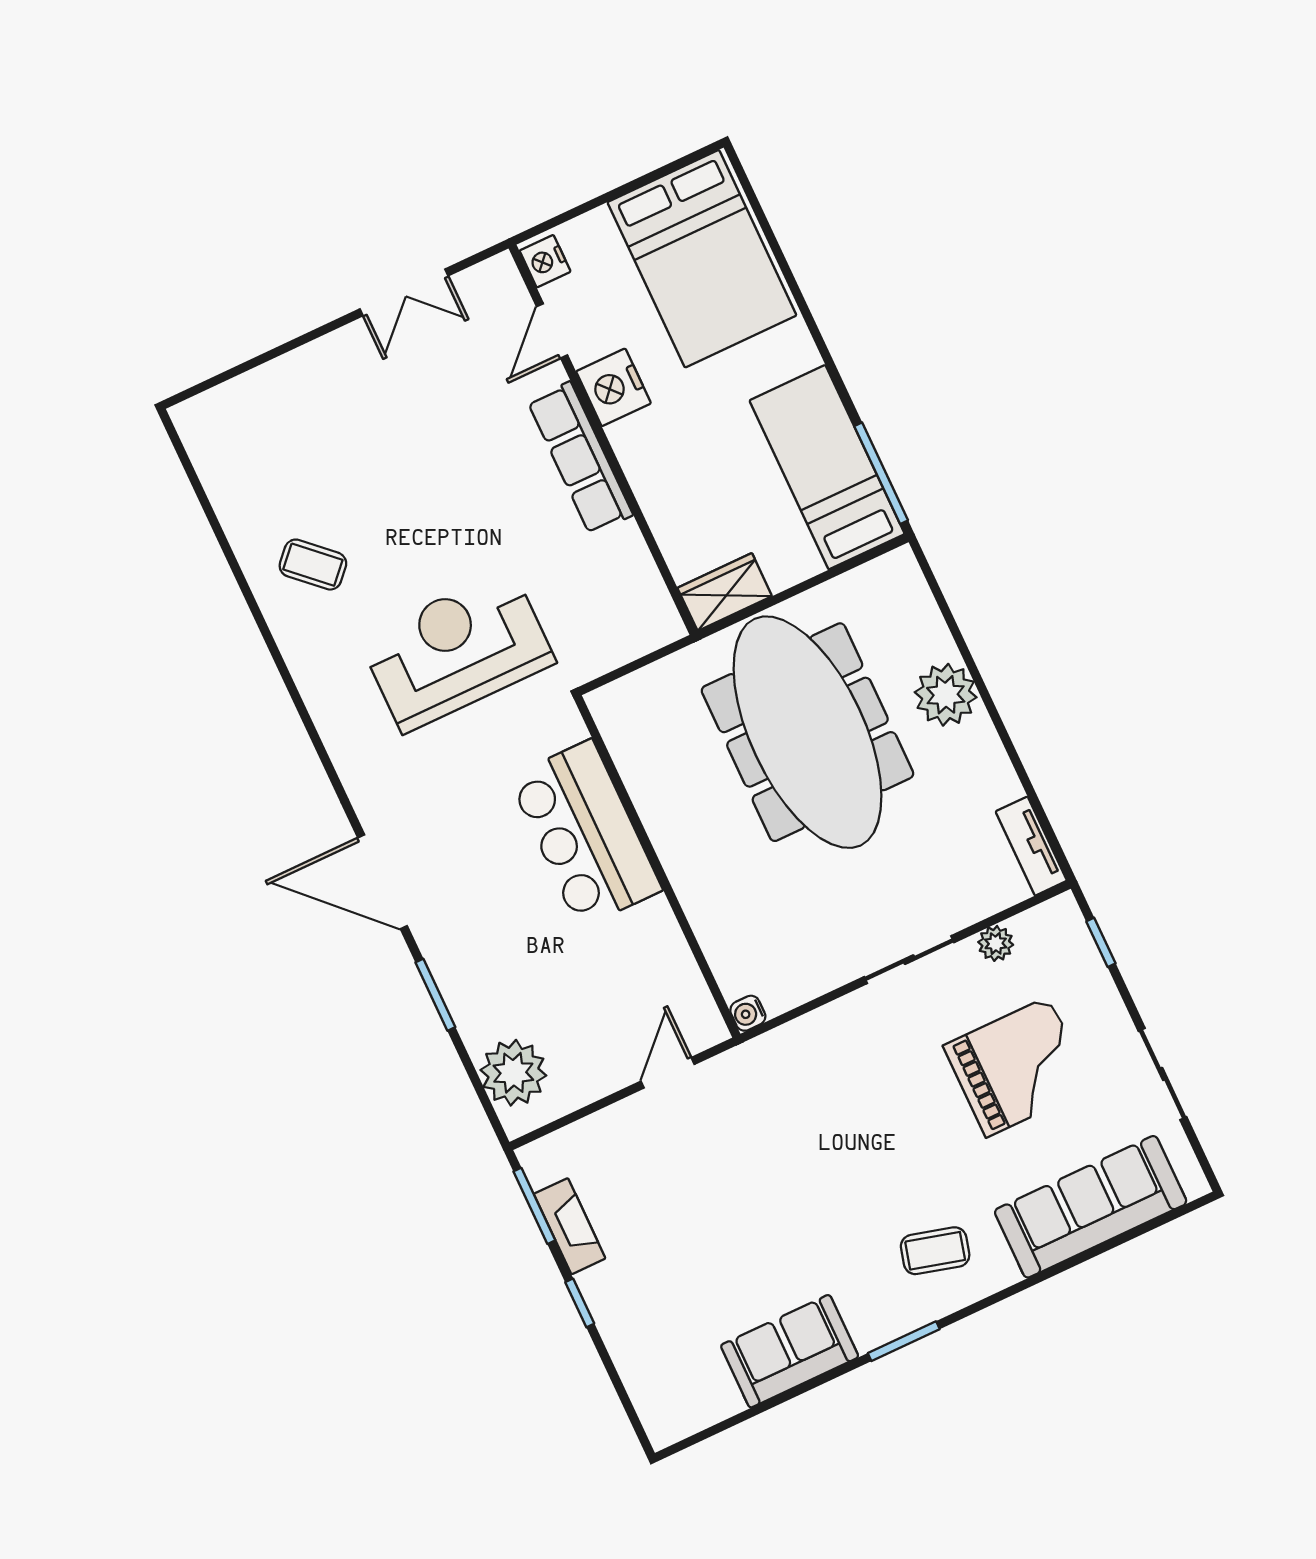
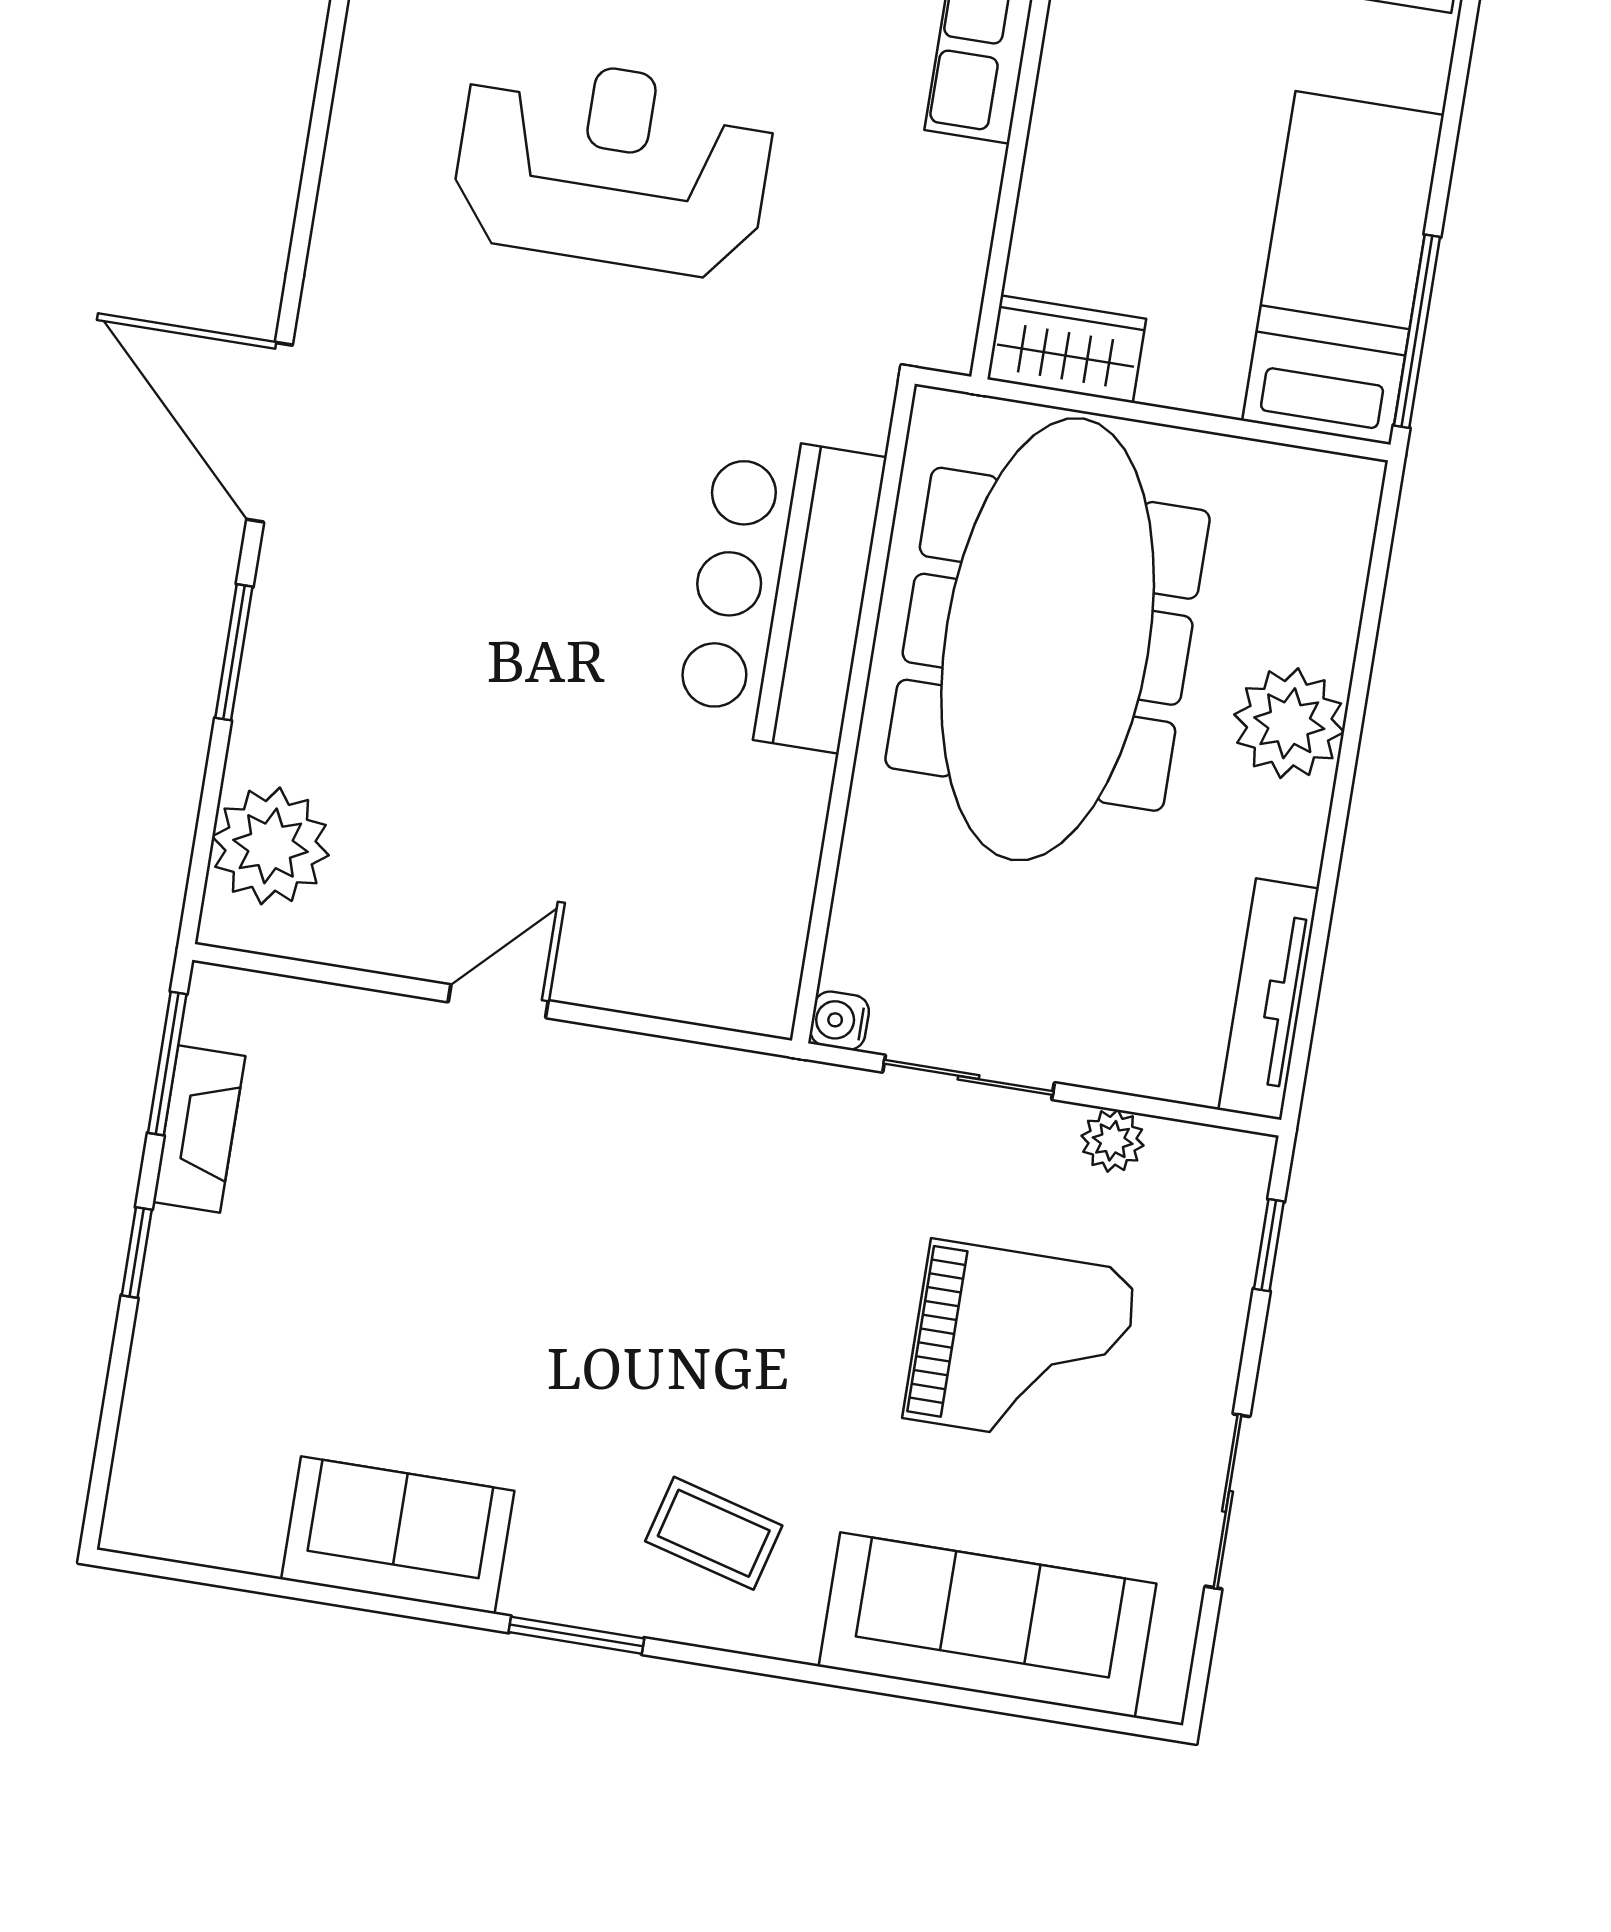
bar counter: (585, 834) -> (780, 592), moved
tv unit: (1031, 846) -> (1269, 999), width x1.41
wall: (657, 866) -> (853, 712), moved
water cooler: (748, 1013) -> (839, 1021), moved

